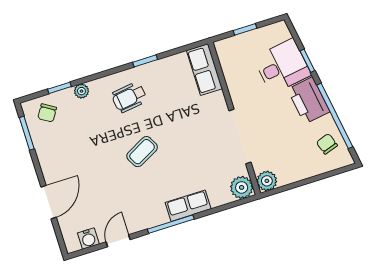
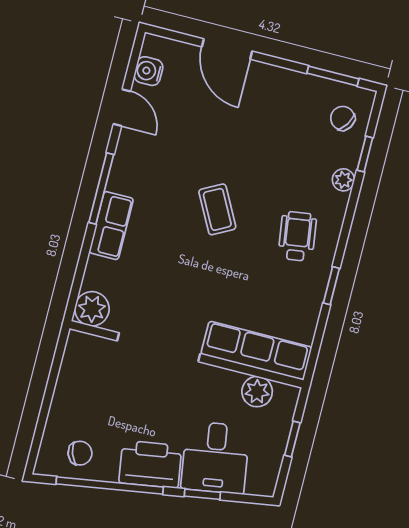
row of seats: (204, 70) -> (256, 351), width x1.48
plant: (267, 181) -> (257, 392), moved

